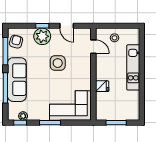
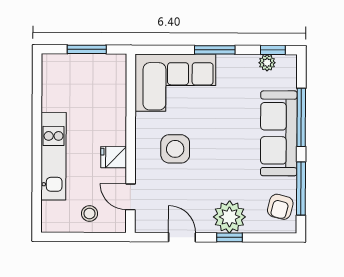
side table: (58, 63) -> (175, 149), moved
fridge: (102, 86) -> (114, 157), moved

